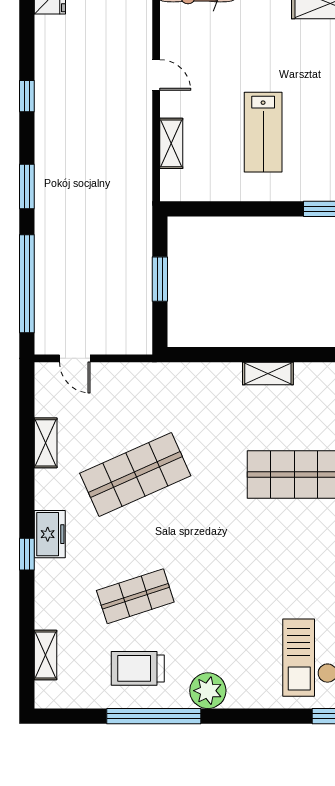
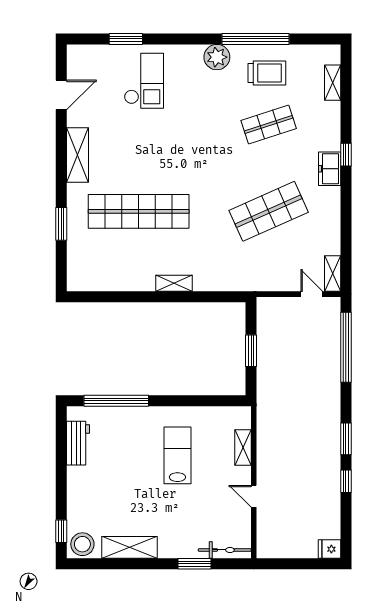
window: (27, 186) -> (346, 439), moved
shelving: (46, 443) -> (333, 274), moved

